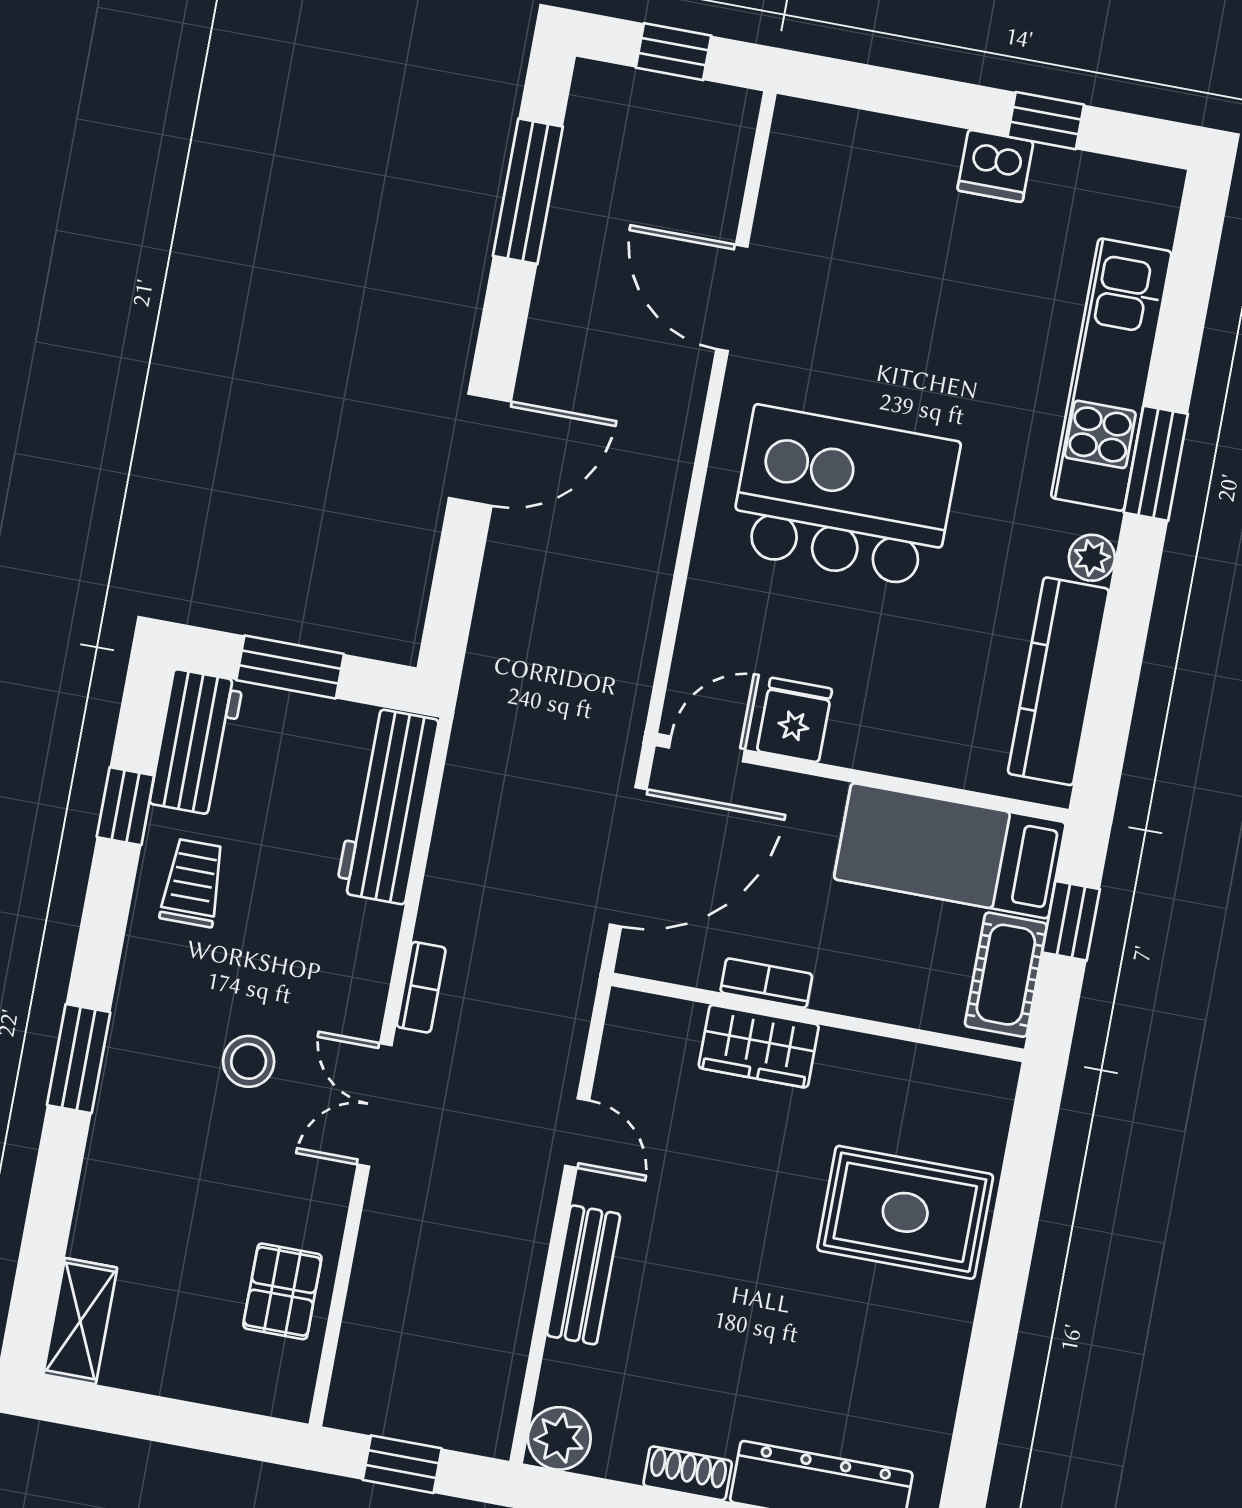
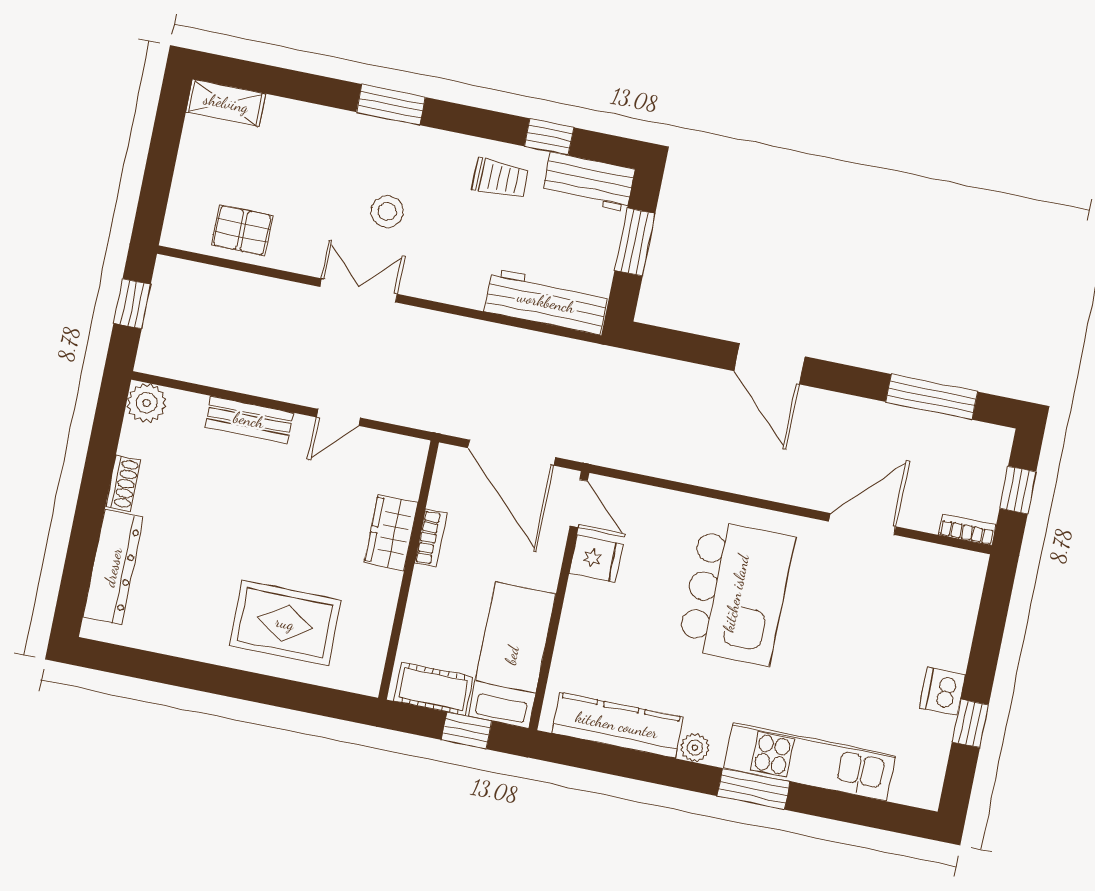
bookcase: (421, 987) -> (967, 530), moved, turned 180
rug: (905, 1212) -> (285, 623), turned 90

